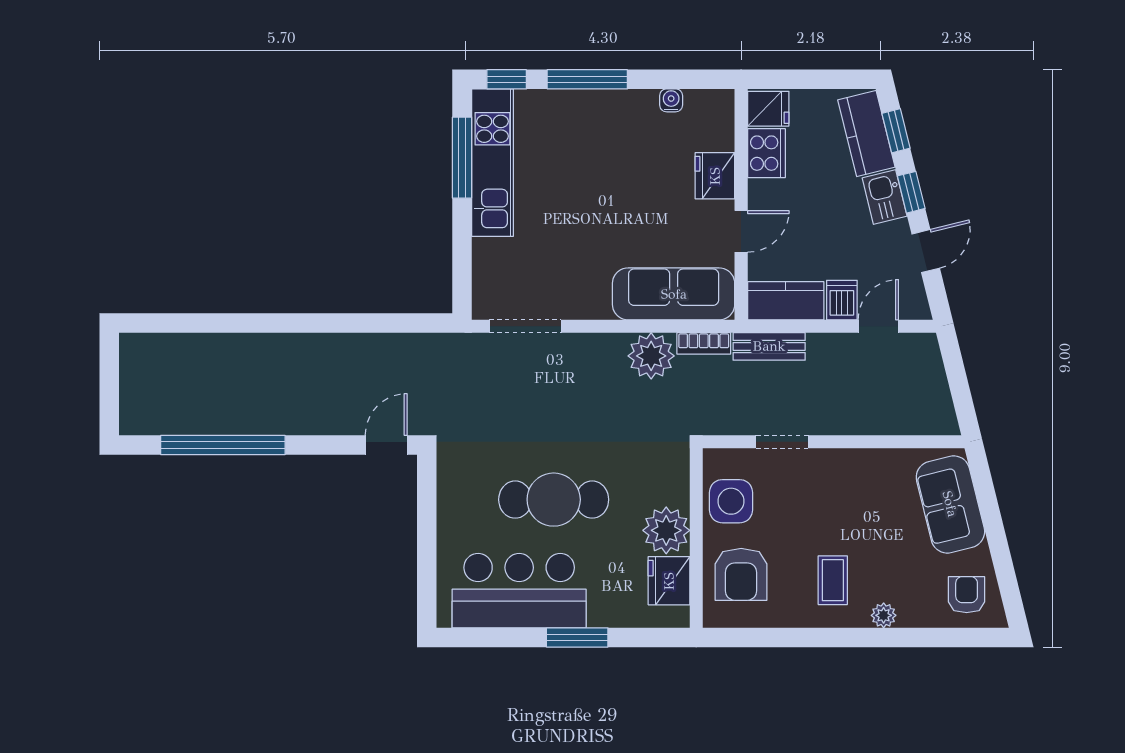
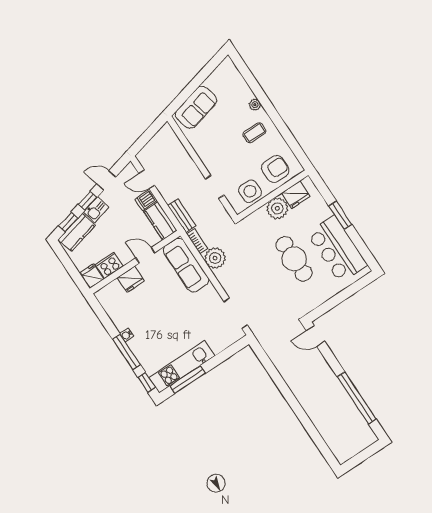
water cooler: (671, 100) -> (127, 335), moved
armchair: (967, 595) -> (226, 78), removed

